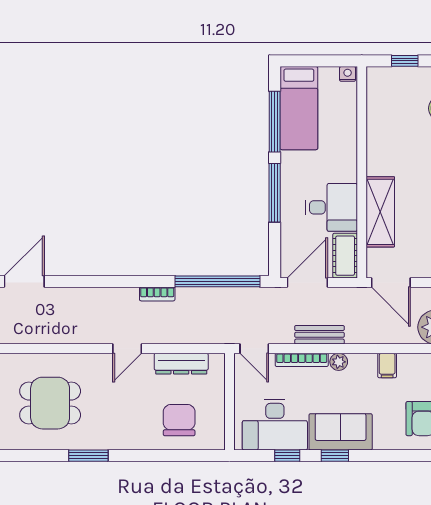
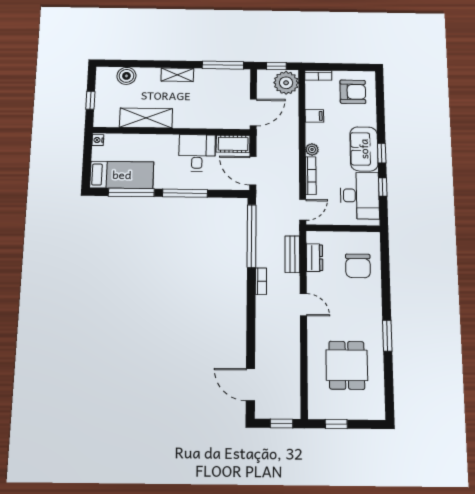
shelving: (380, 212) -> (146, 118), moved
bench: (319, 335) -> (292, 254), moved
dresser: (181, 364) -> (314, 258), width x0.70
chair: (179, 420) -> (358, 266), turned -90

